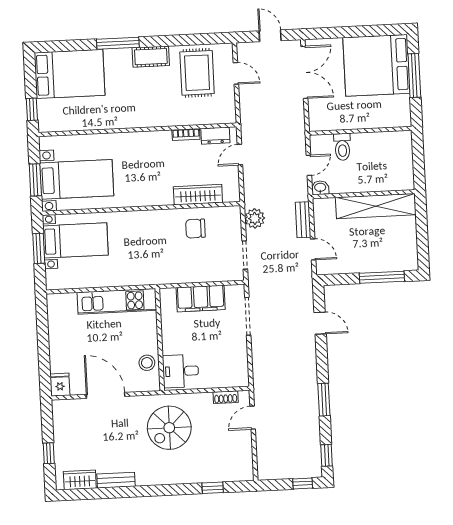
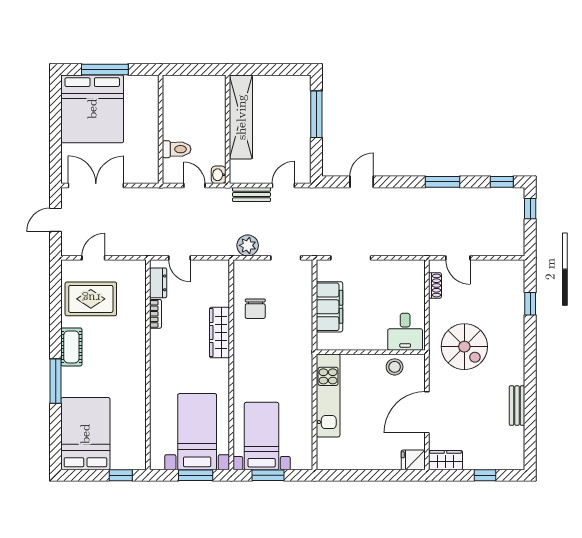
wardrobe: (198, 195) -> (220, 333), moved
wardrobe: (80, 480) -> (446, 460), moved, turned 90

